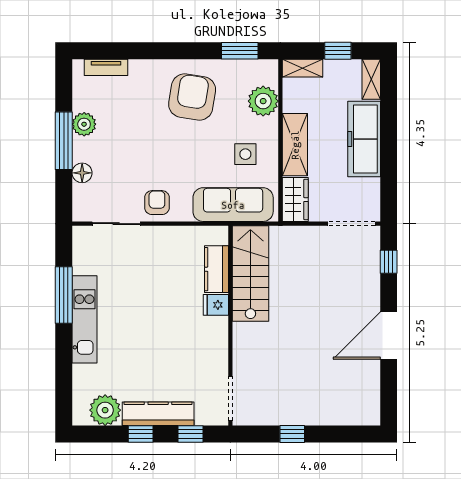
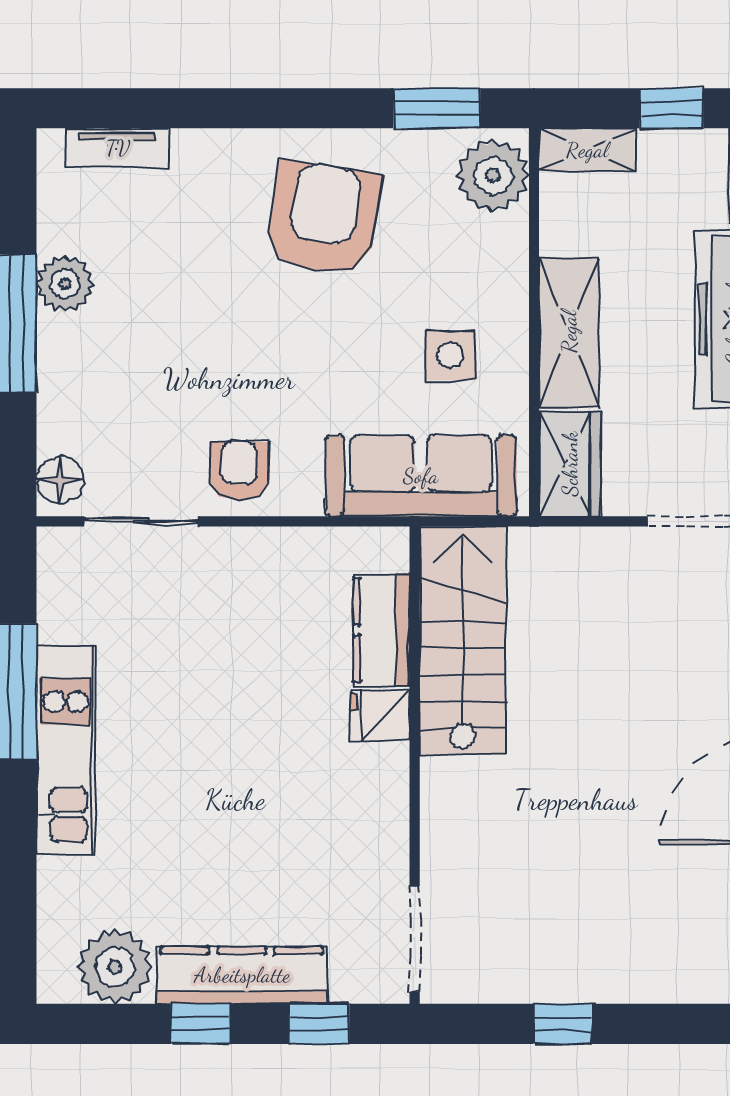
plant: (263, 101) -> (493, 175), moved
floor lamp: (82, 173) -> (60, 480), moved

